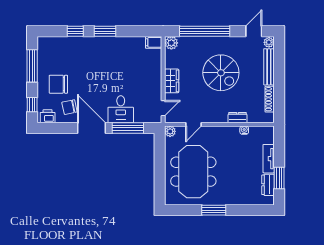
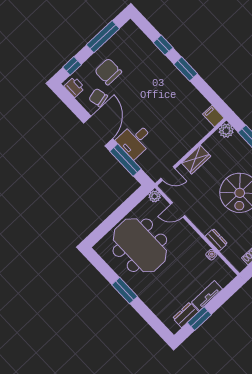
meeting table: (193, 172) -> (140, 245), turned 90

